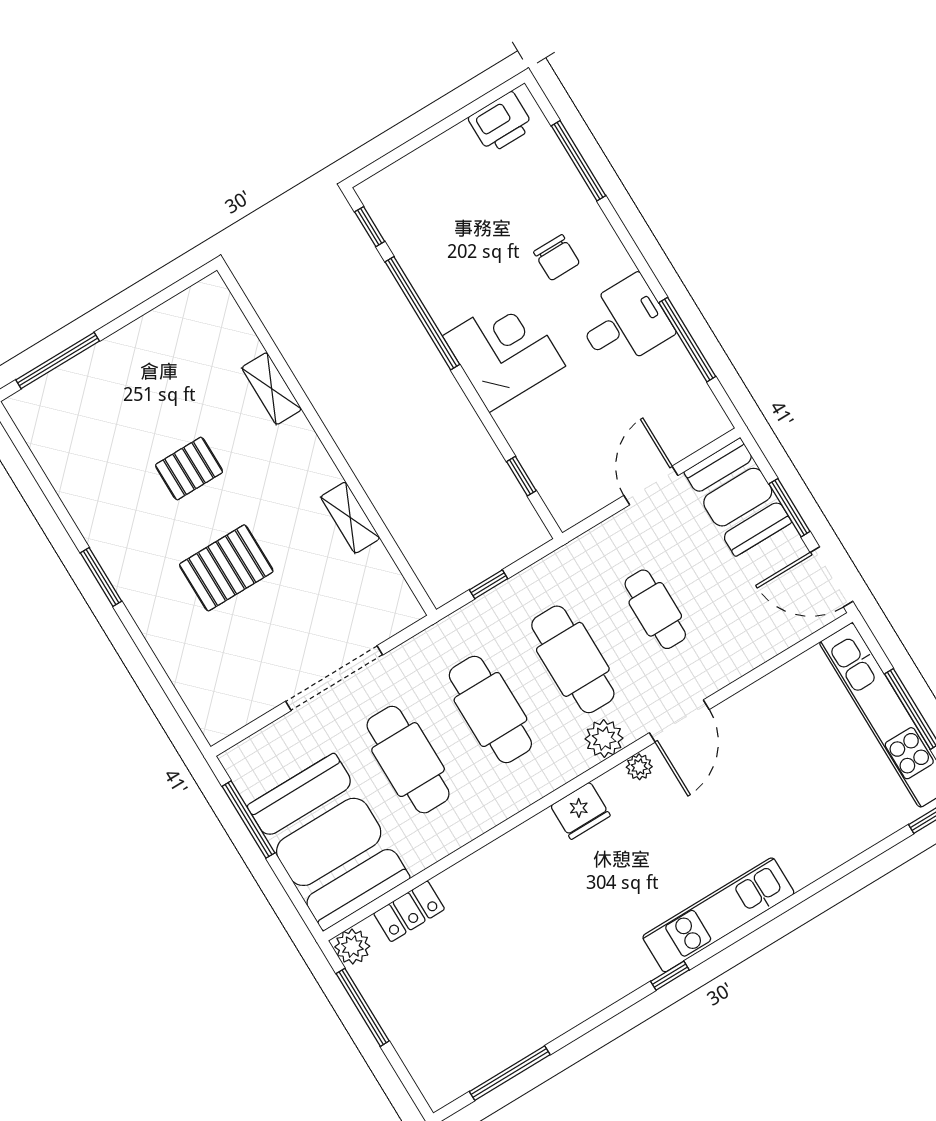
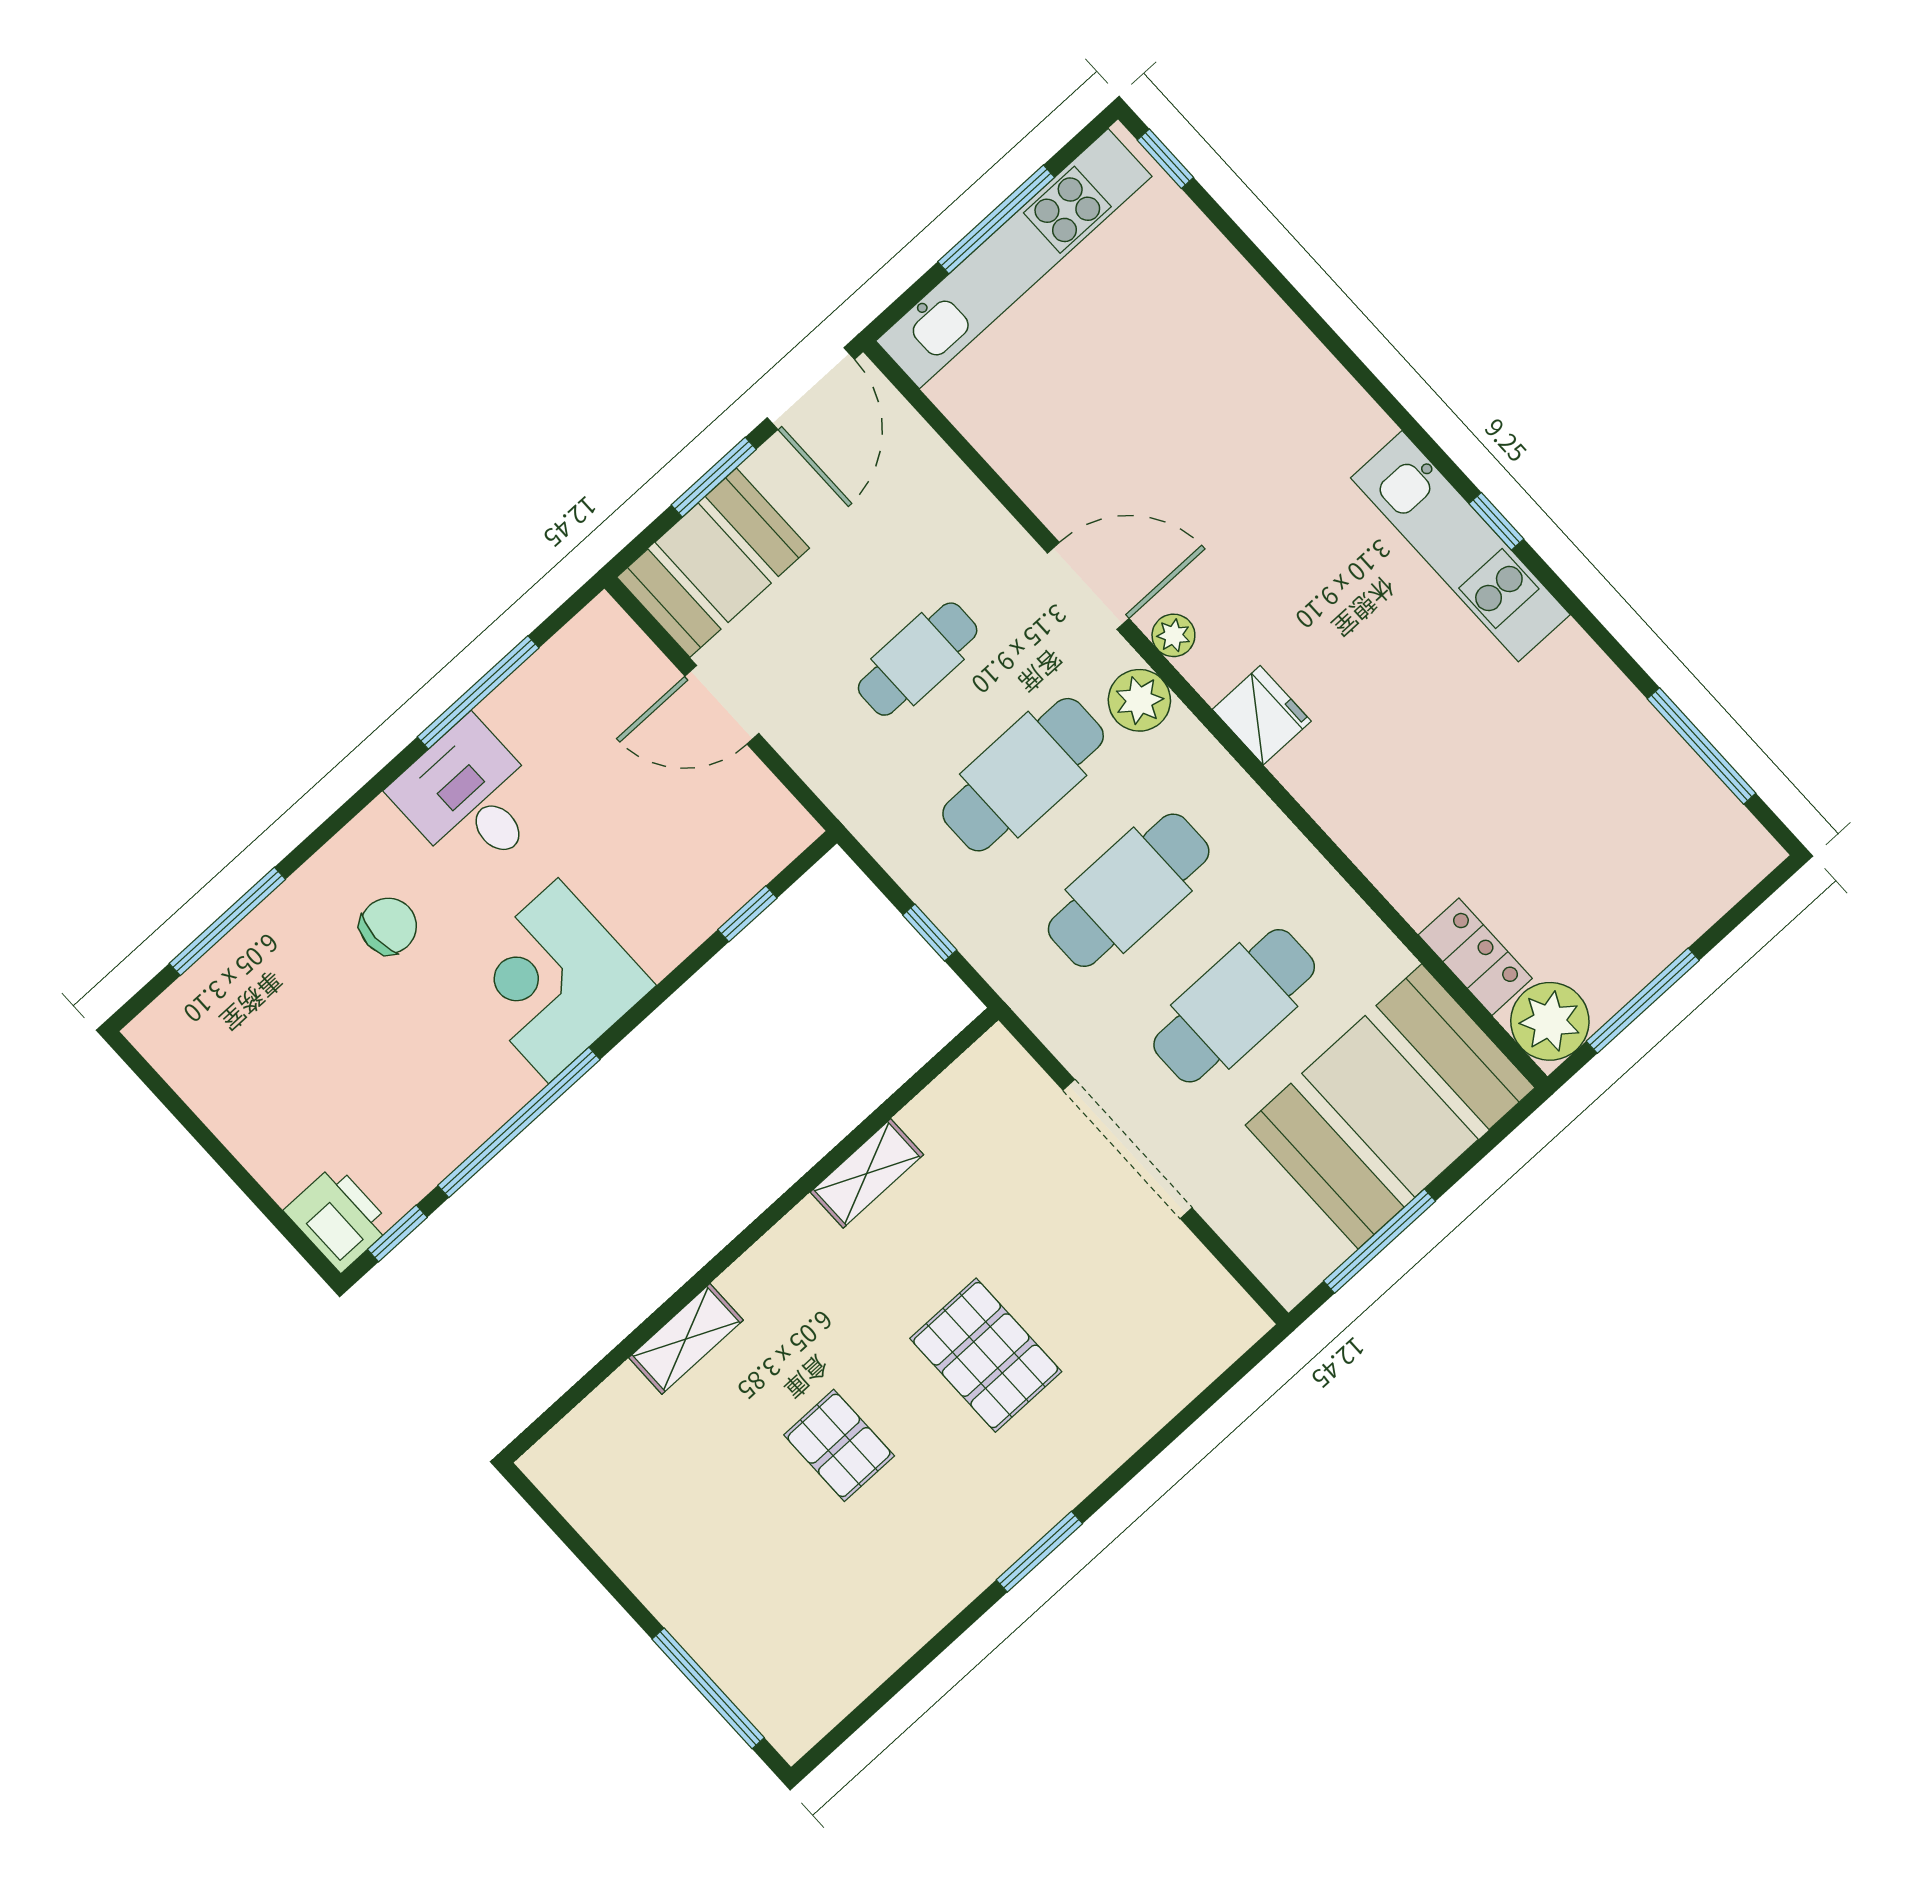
printer: (501, 123) -> (338, 1218), moved
kitchen unit: (718, 915) -> (1460, 546), moved
plant: (352, 947) -> (1550, 1021), width x1.36, depth x1.36

